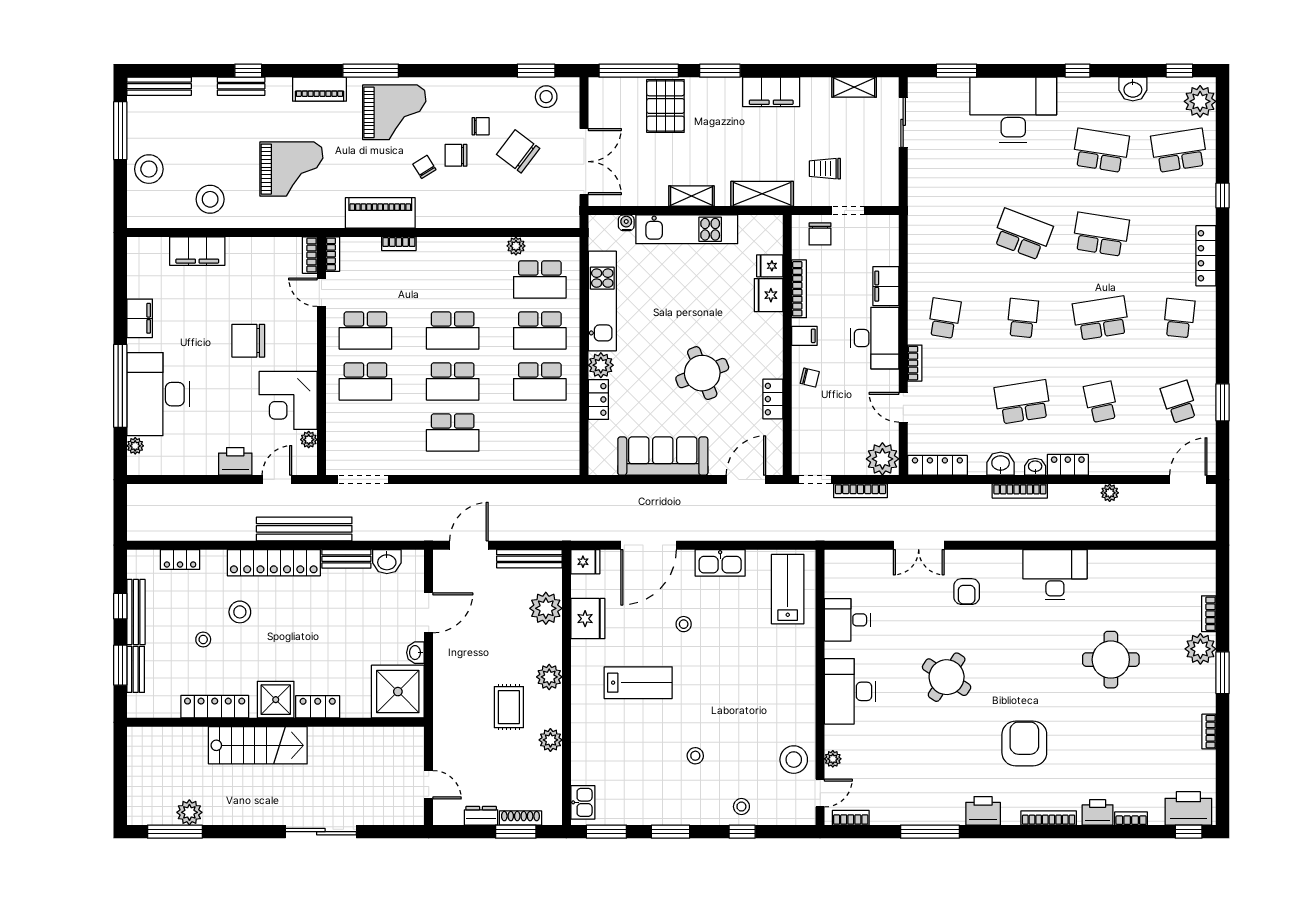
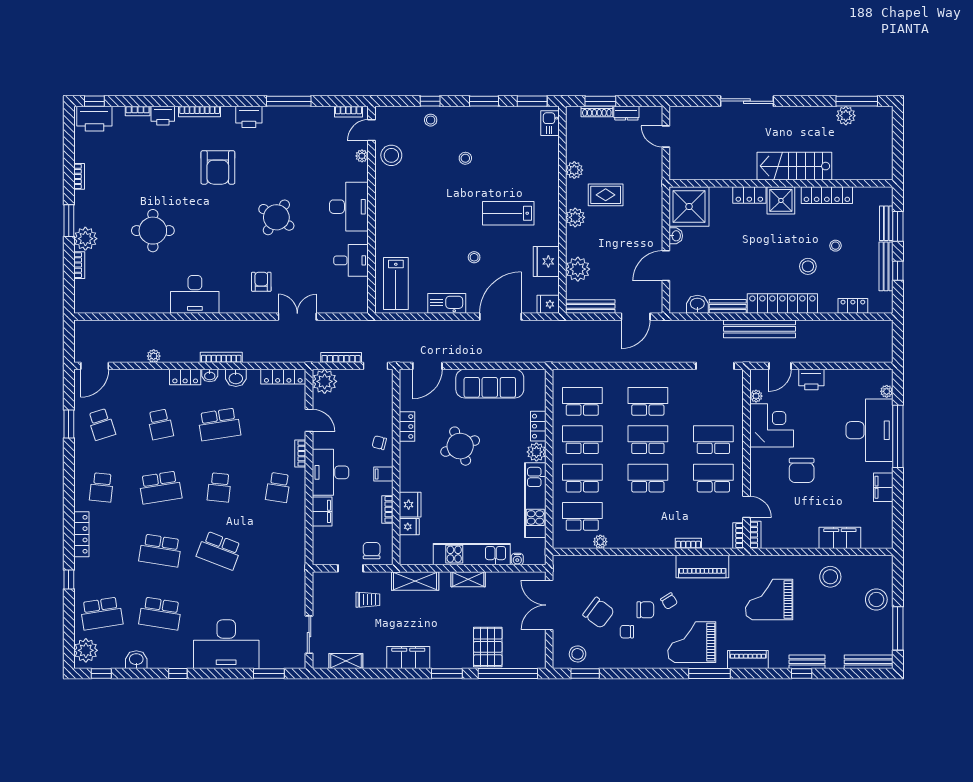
bookcase: (799, 289) -> (387, 509), width x0.64
chair: (248, 341) -> (802, 470), turned 90
school desk: (540, 433) -> (582, 401), added
rug: (509, 707) -> (606, 195), turned 90

